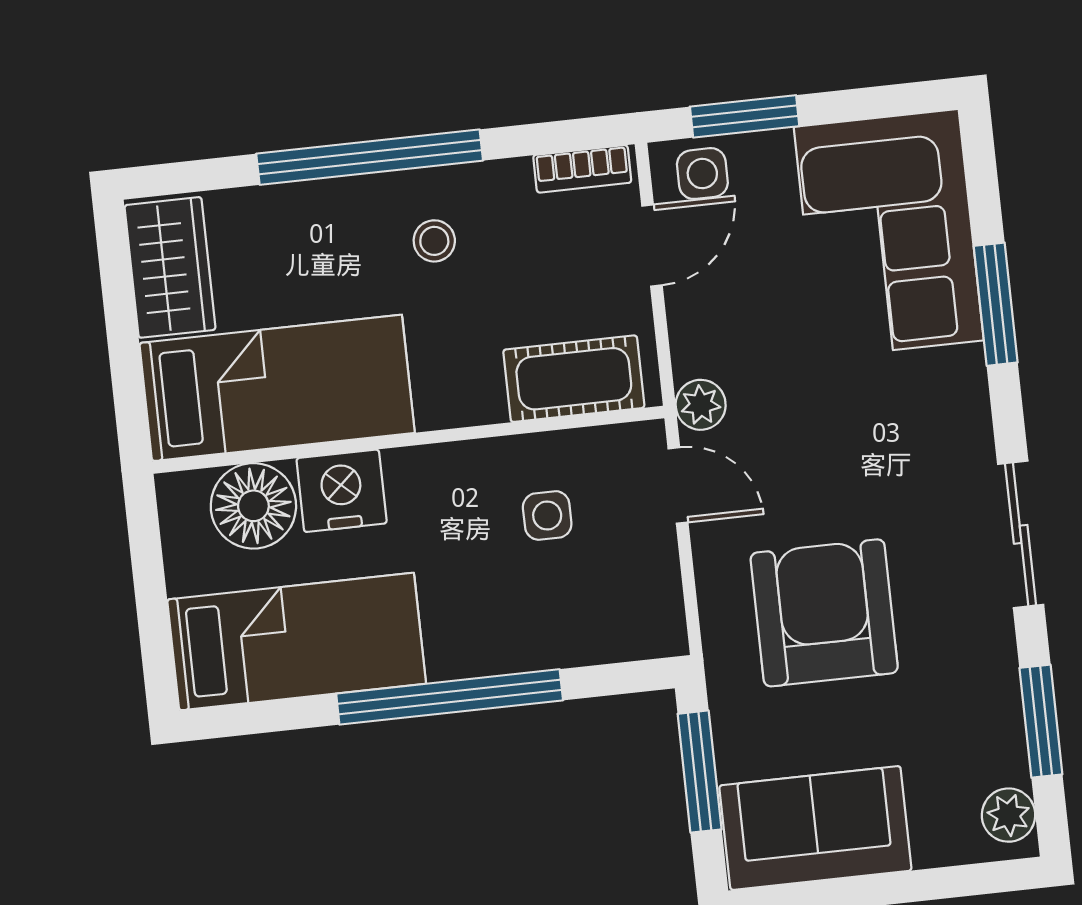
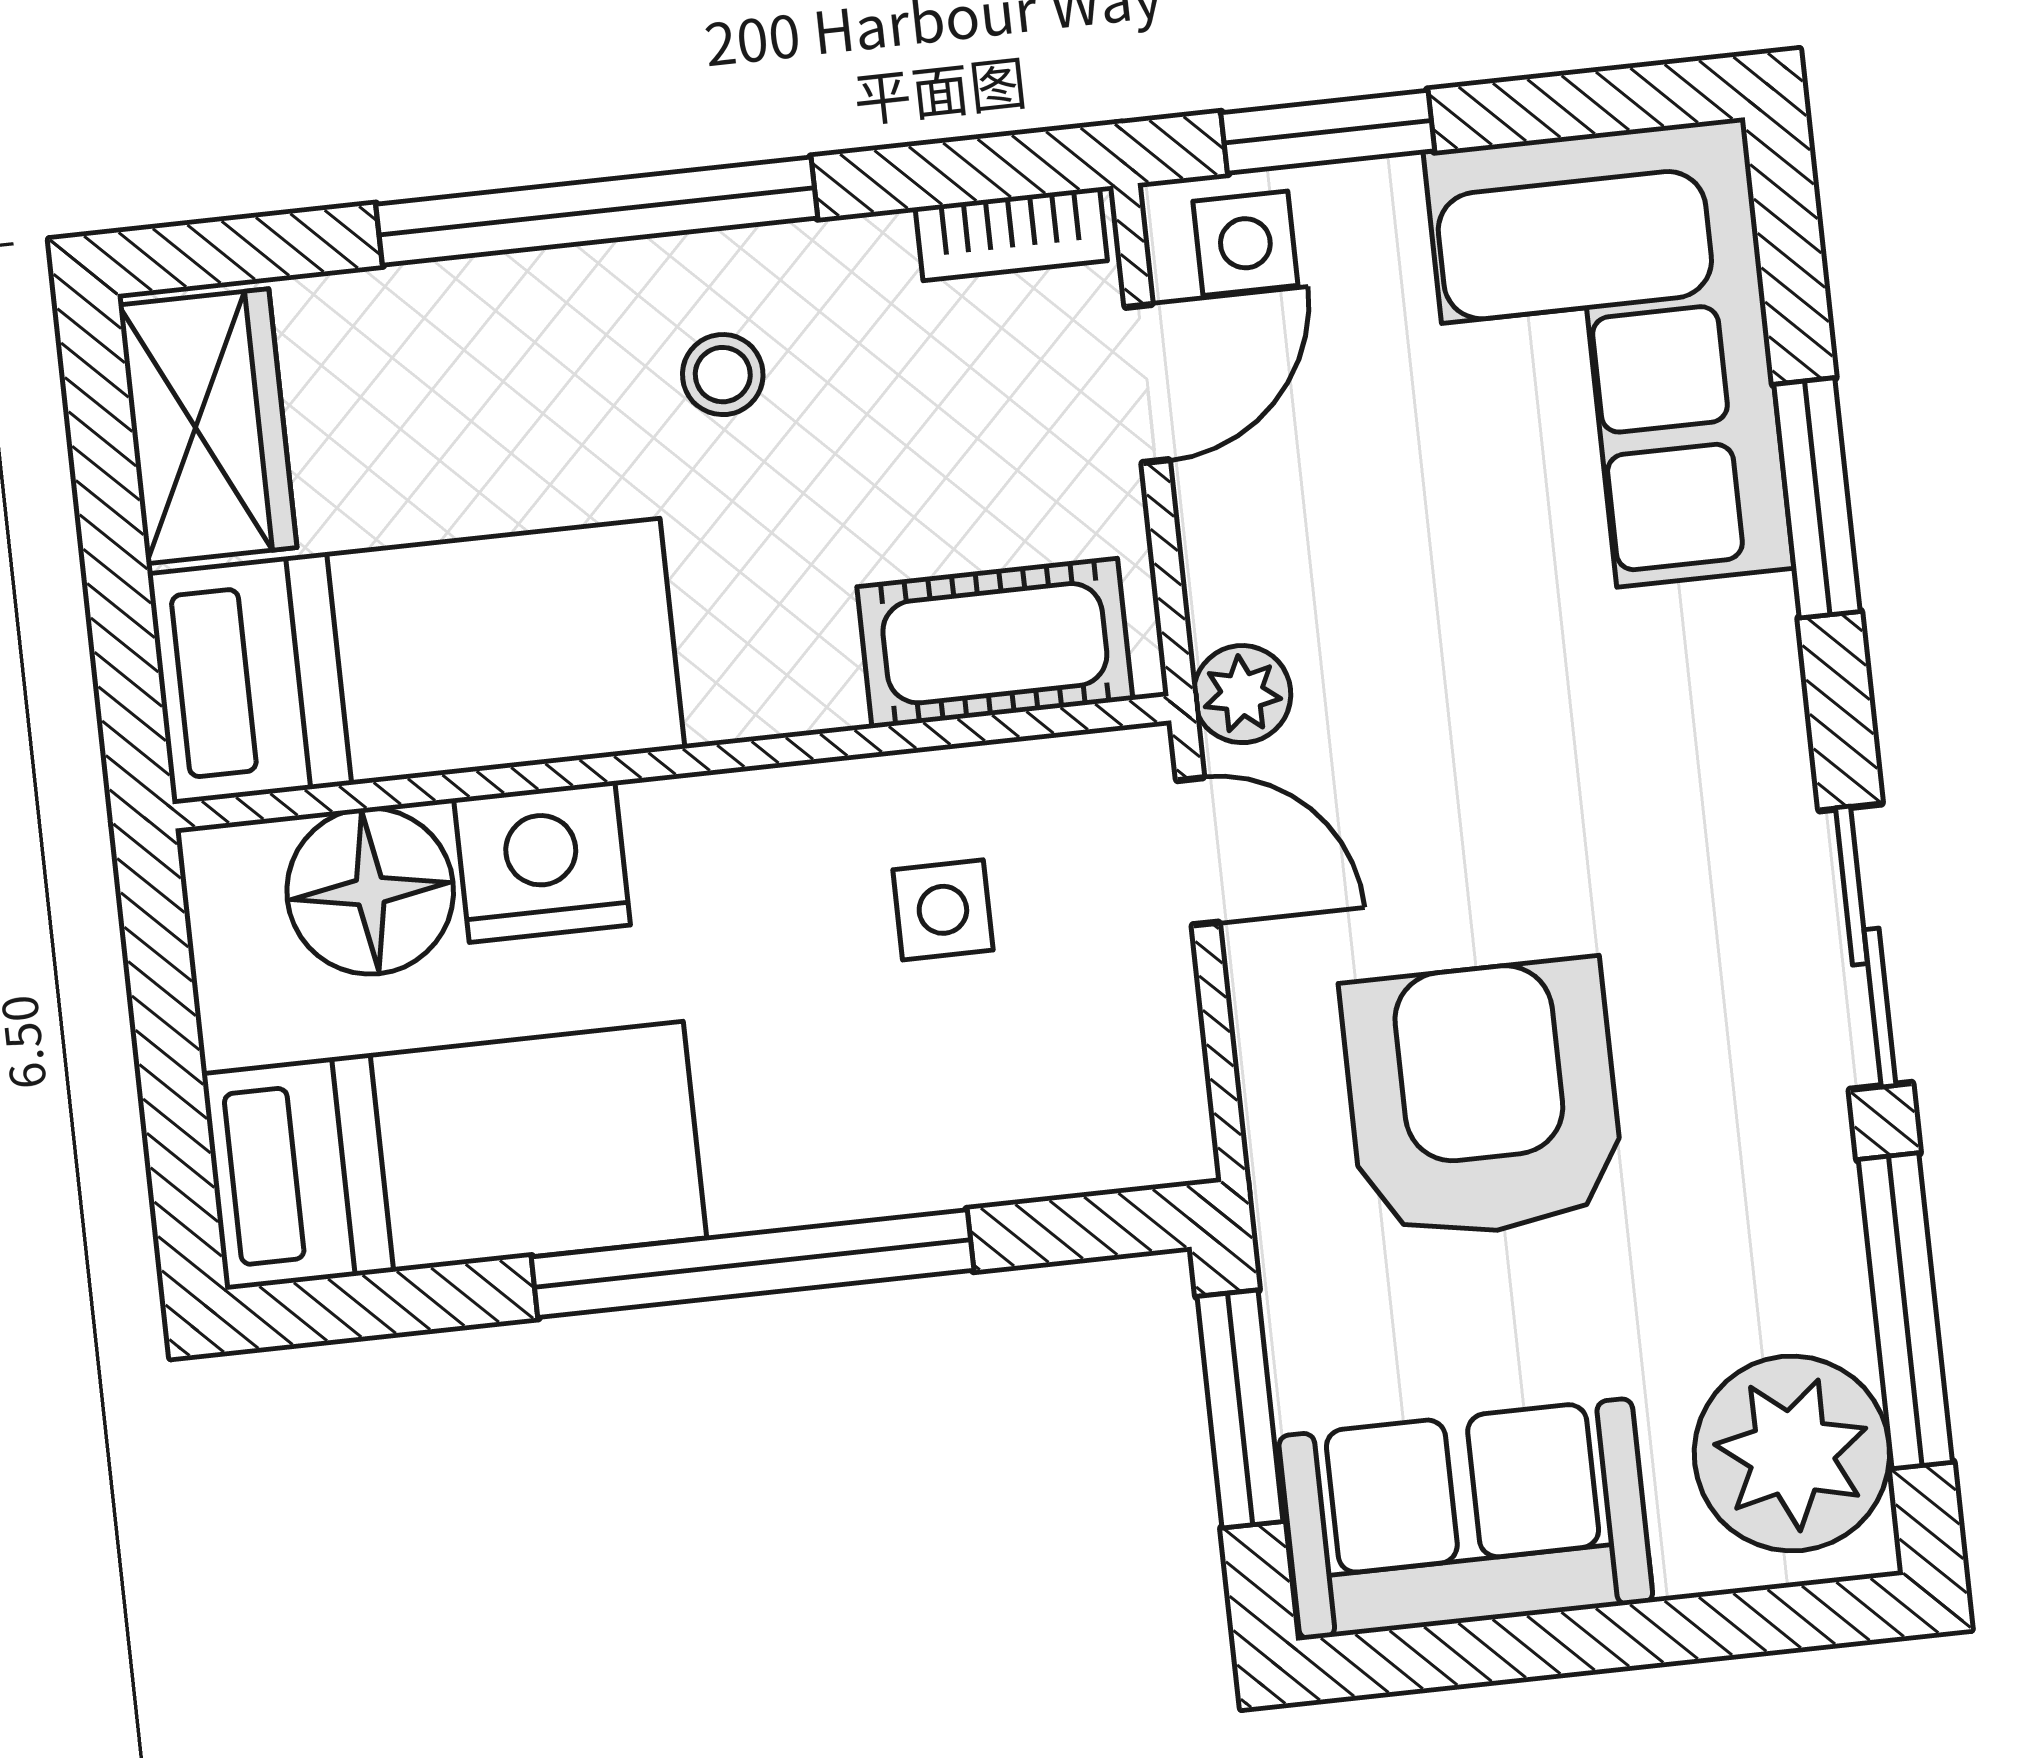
window: (1041, 721) -> (1905, 1311), width x1.44
plant: (1008, 815) -> (1792, 1453), width x1.88, depth x1.88

